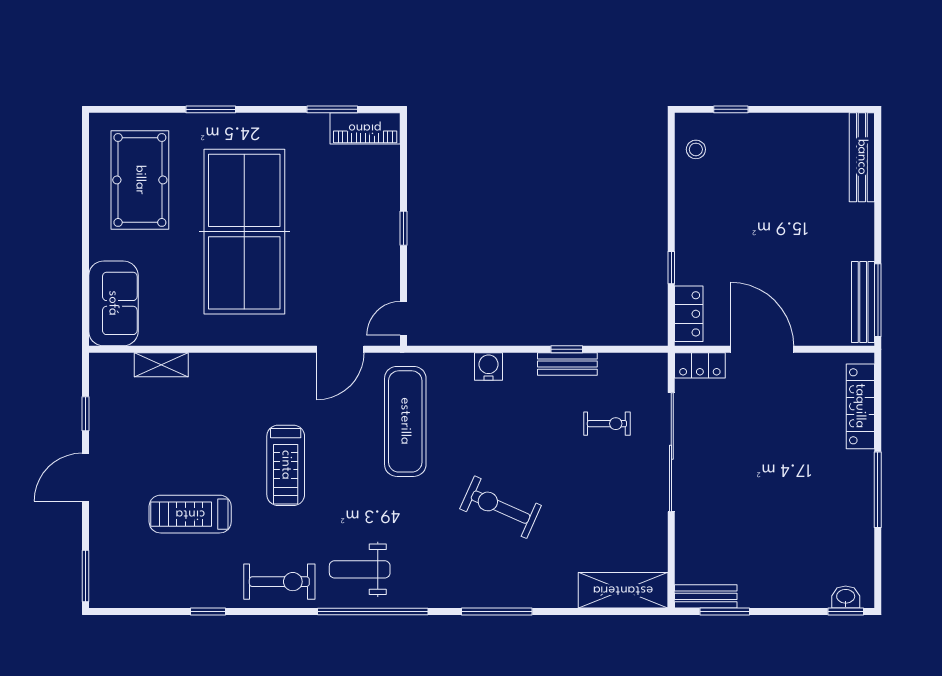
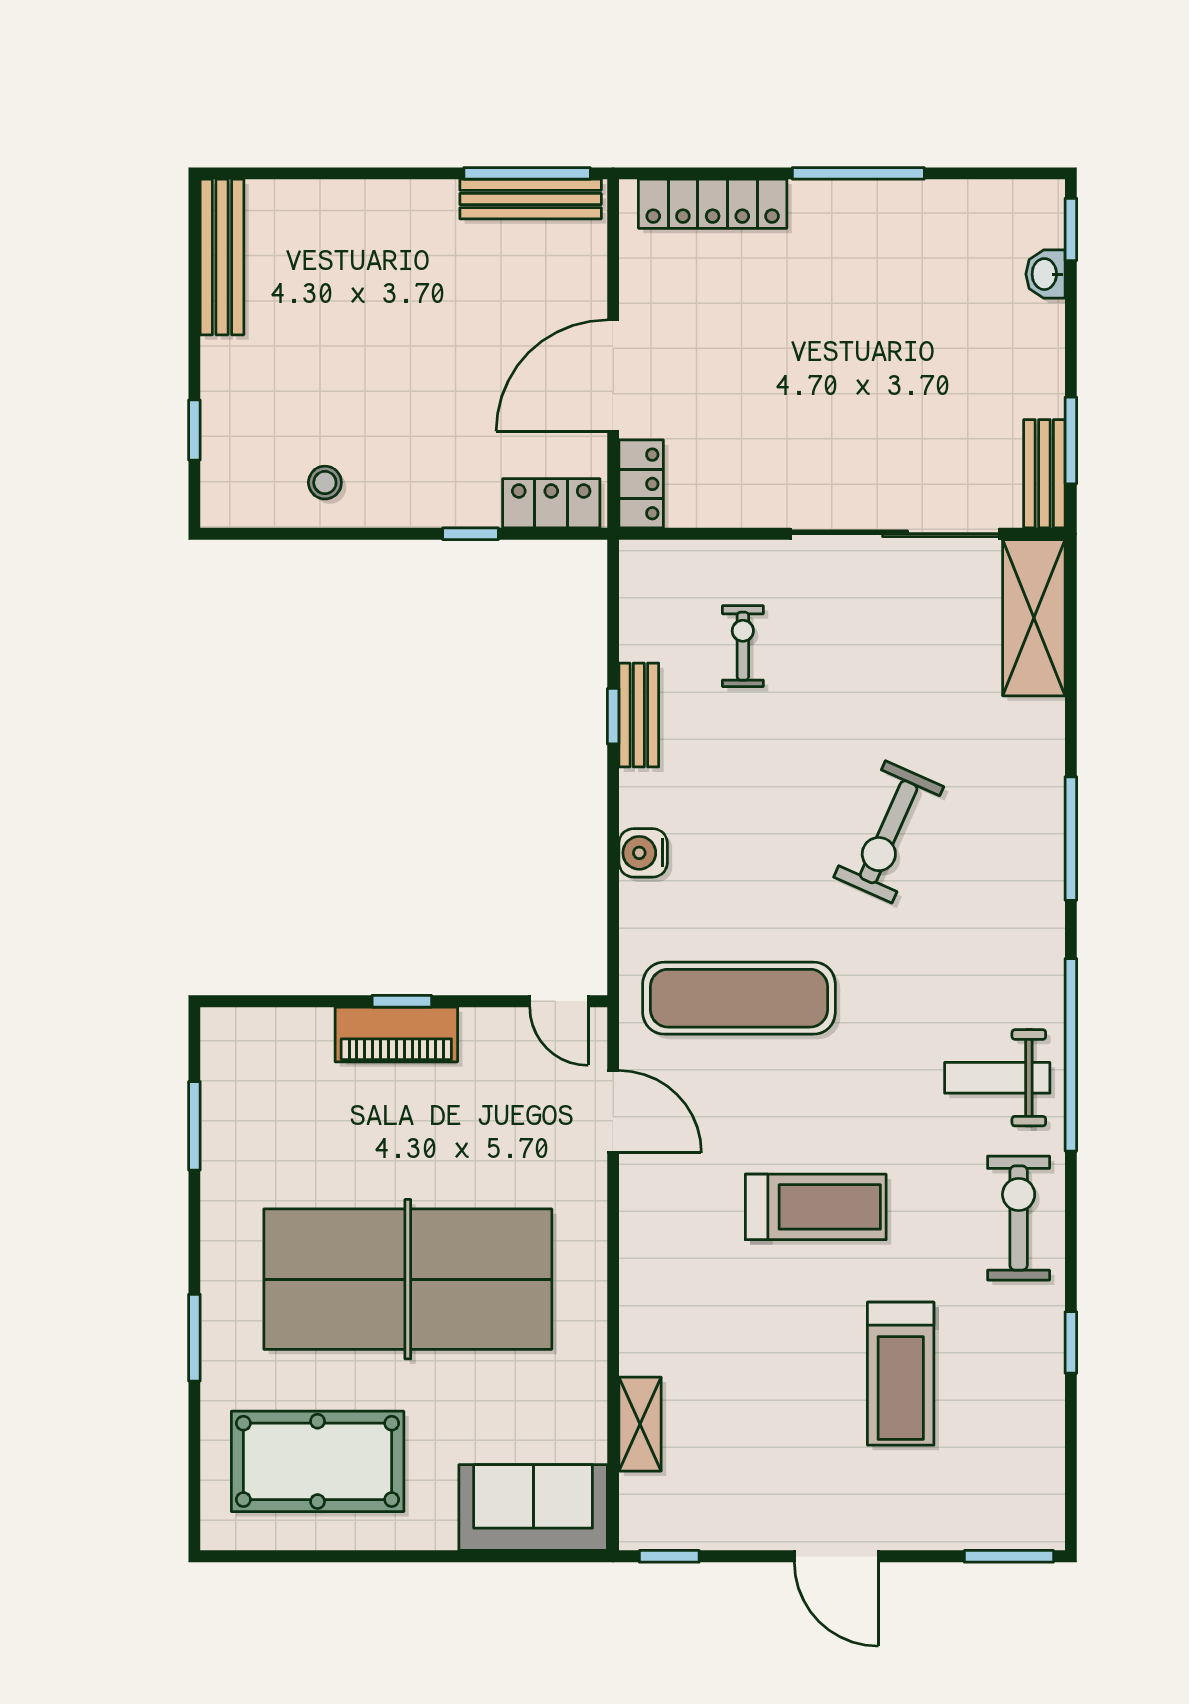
piano: (365, 128) -> (396, 1034), moved, turned 90
stool: (696, 149) -> (325, 483), moved
bench: (862, 157) -> (222, 257), moved, turned 90
window: (86, 414) -> (669, 1556), moved
sliding door: (671, 452) -> (895, 534), moved
weight bench: (360, 569) -> (997, 1078), turned 90
washbasin: (846, 597) -> (1045, 274), moved

